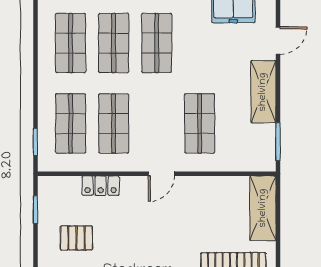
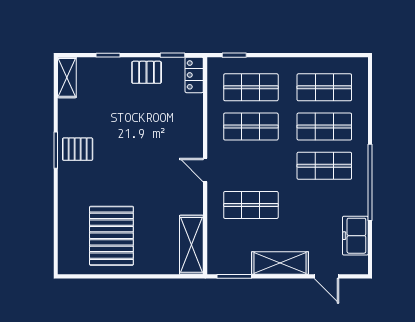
locker: (101, 186) -> (194, 75), moved
shelving: (263, 208) -> (191, 245), moved, turned 90
pallet: (76, 238) -> (147, 72), moved, turned 90

